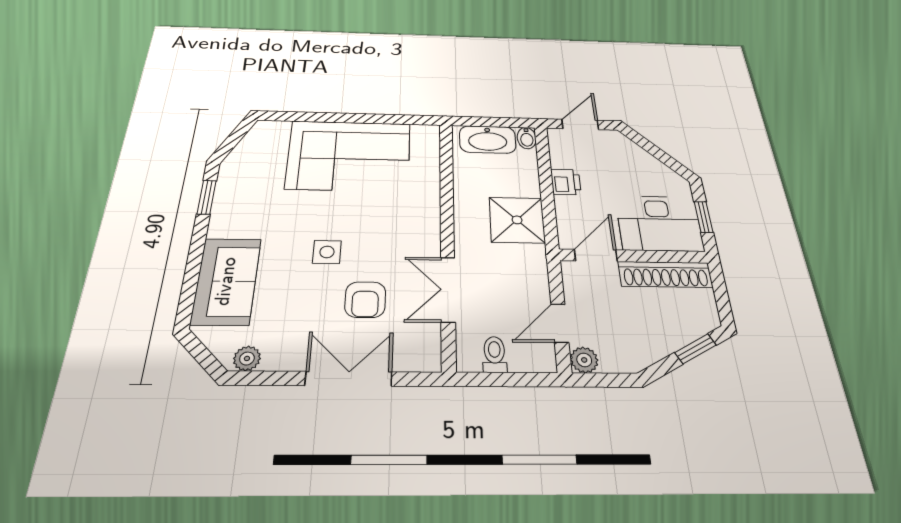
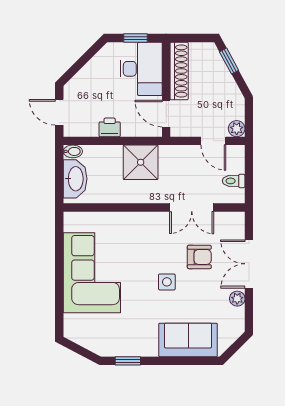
plant: (247, 358) -> (237, 299), moved

